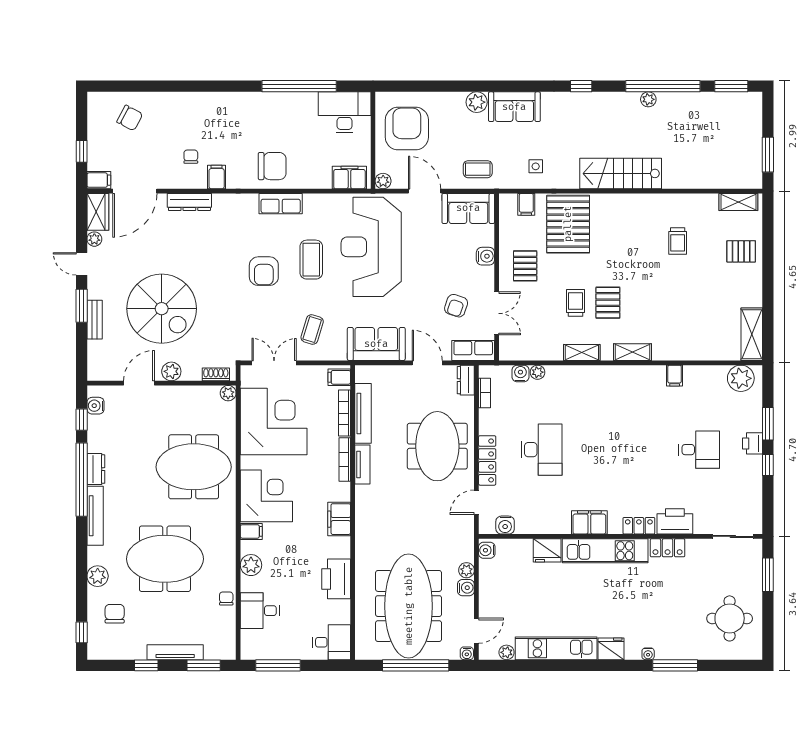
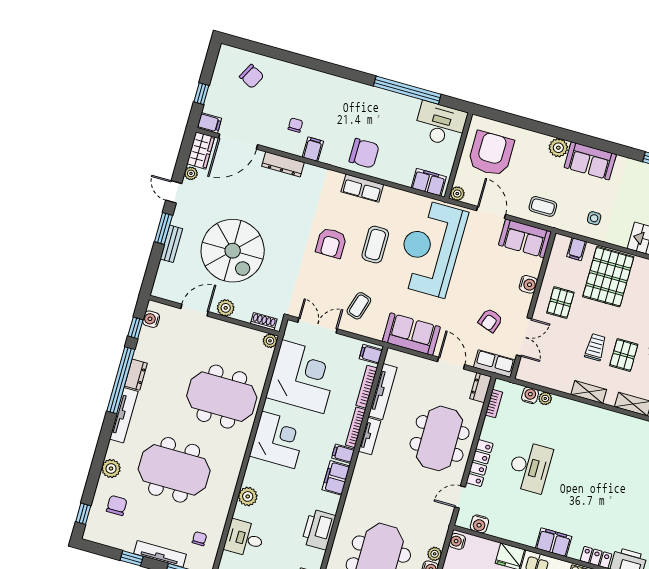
filing cabinet: (251, 531) -> (343, 454), moved, turned 180
chair: (226, 598) -> (199, 539), moved

